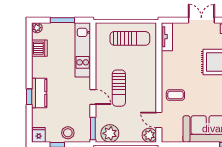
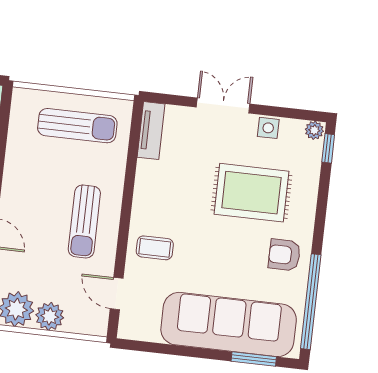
sun lounger: (119, 88) -> (84, 221), moved
plant: (149, 135) -> (50, 316), moved

